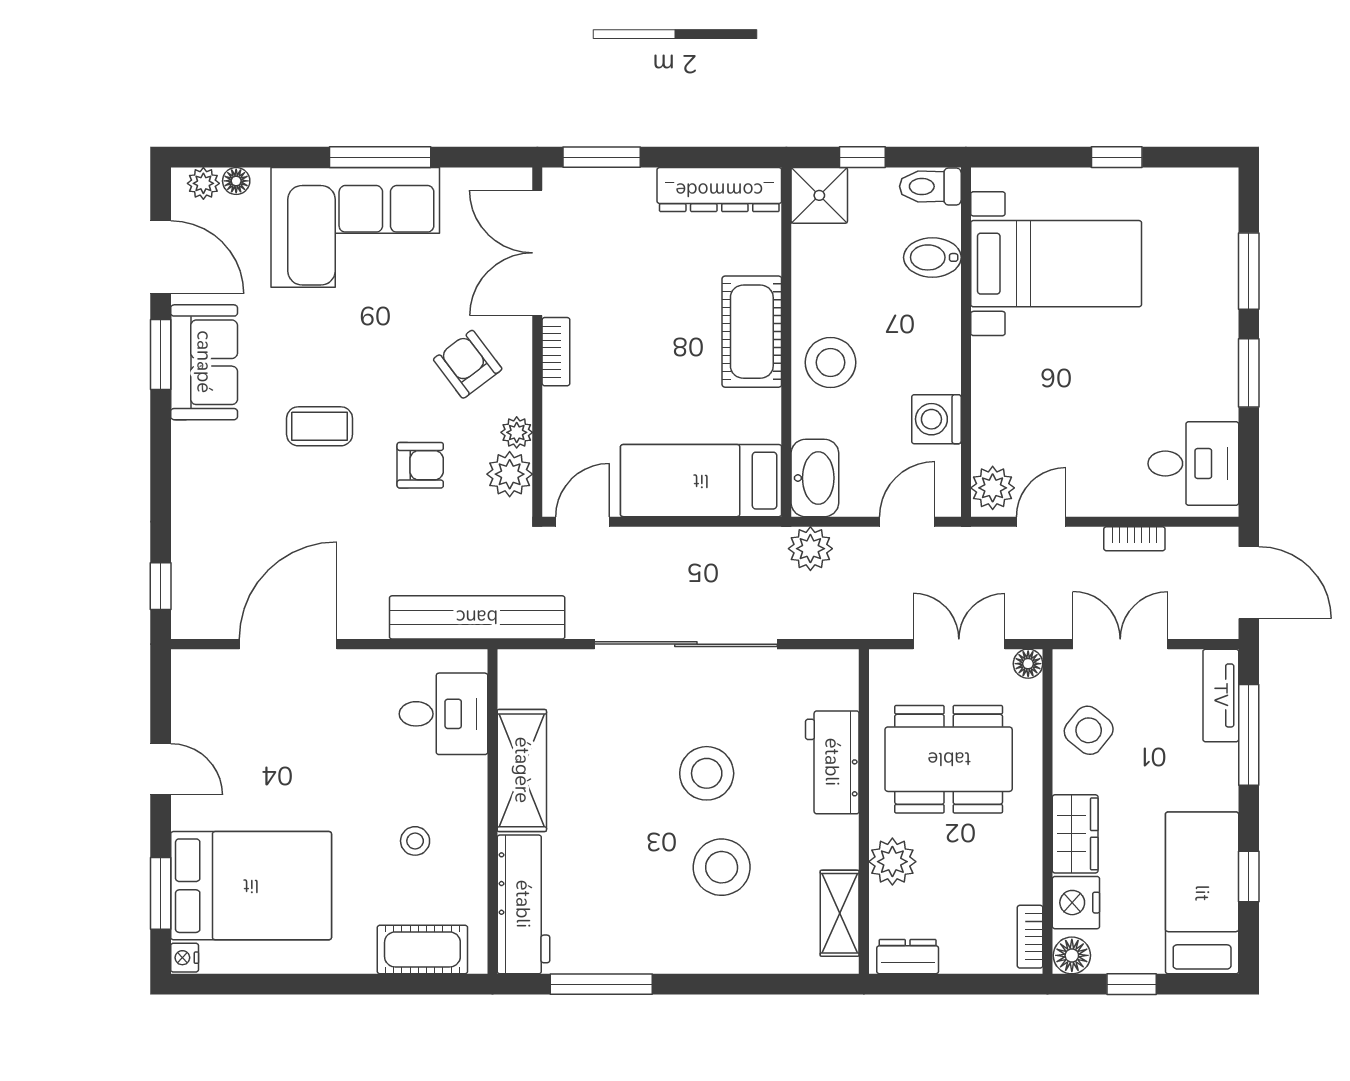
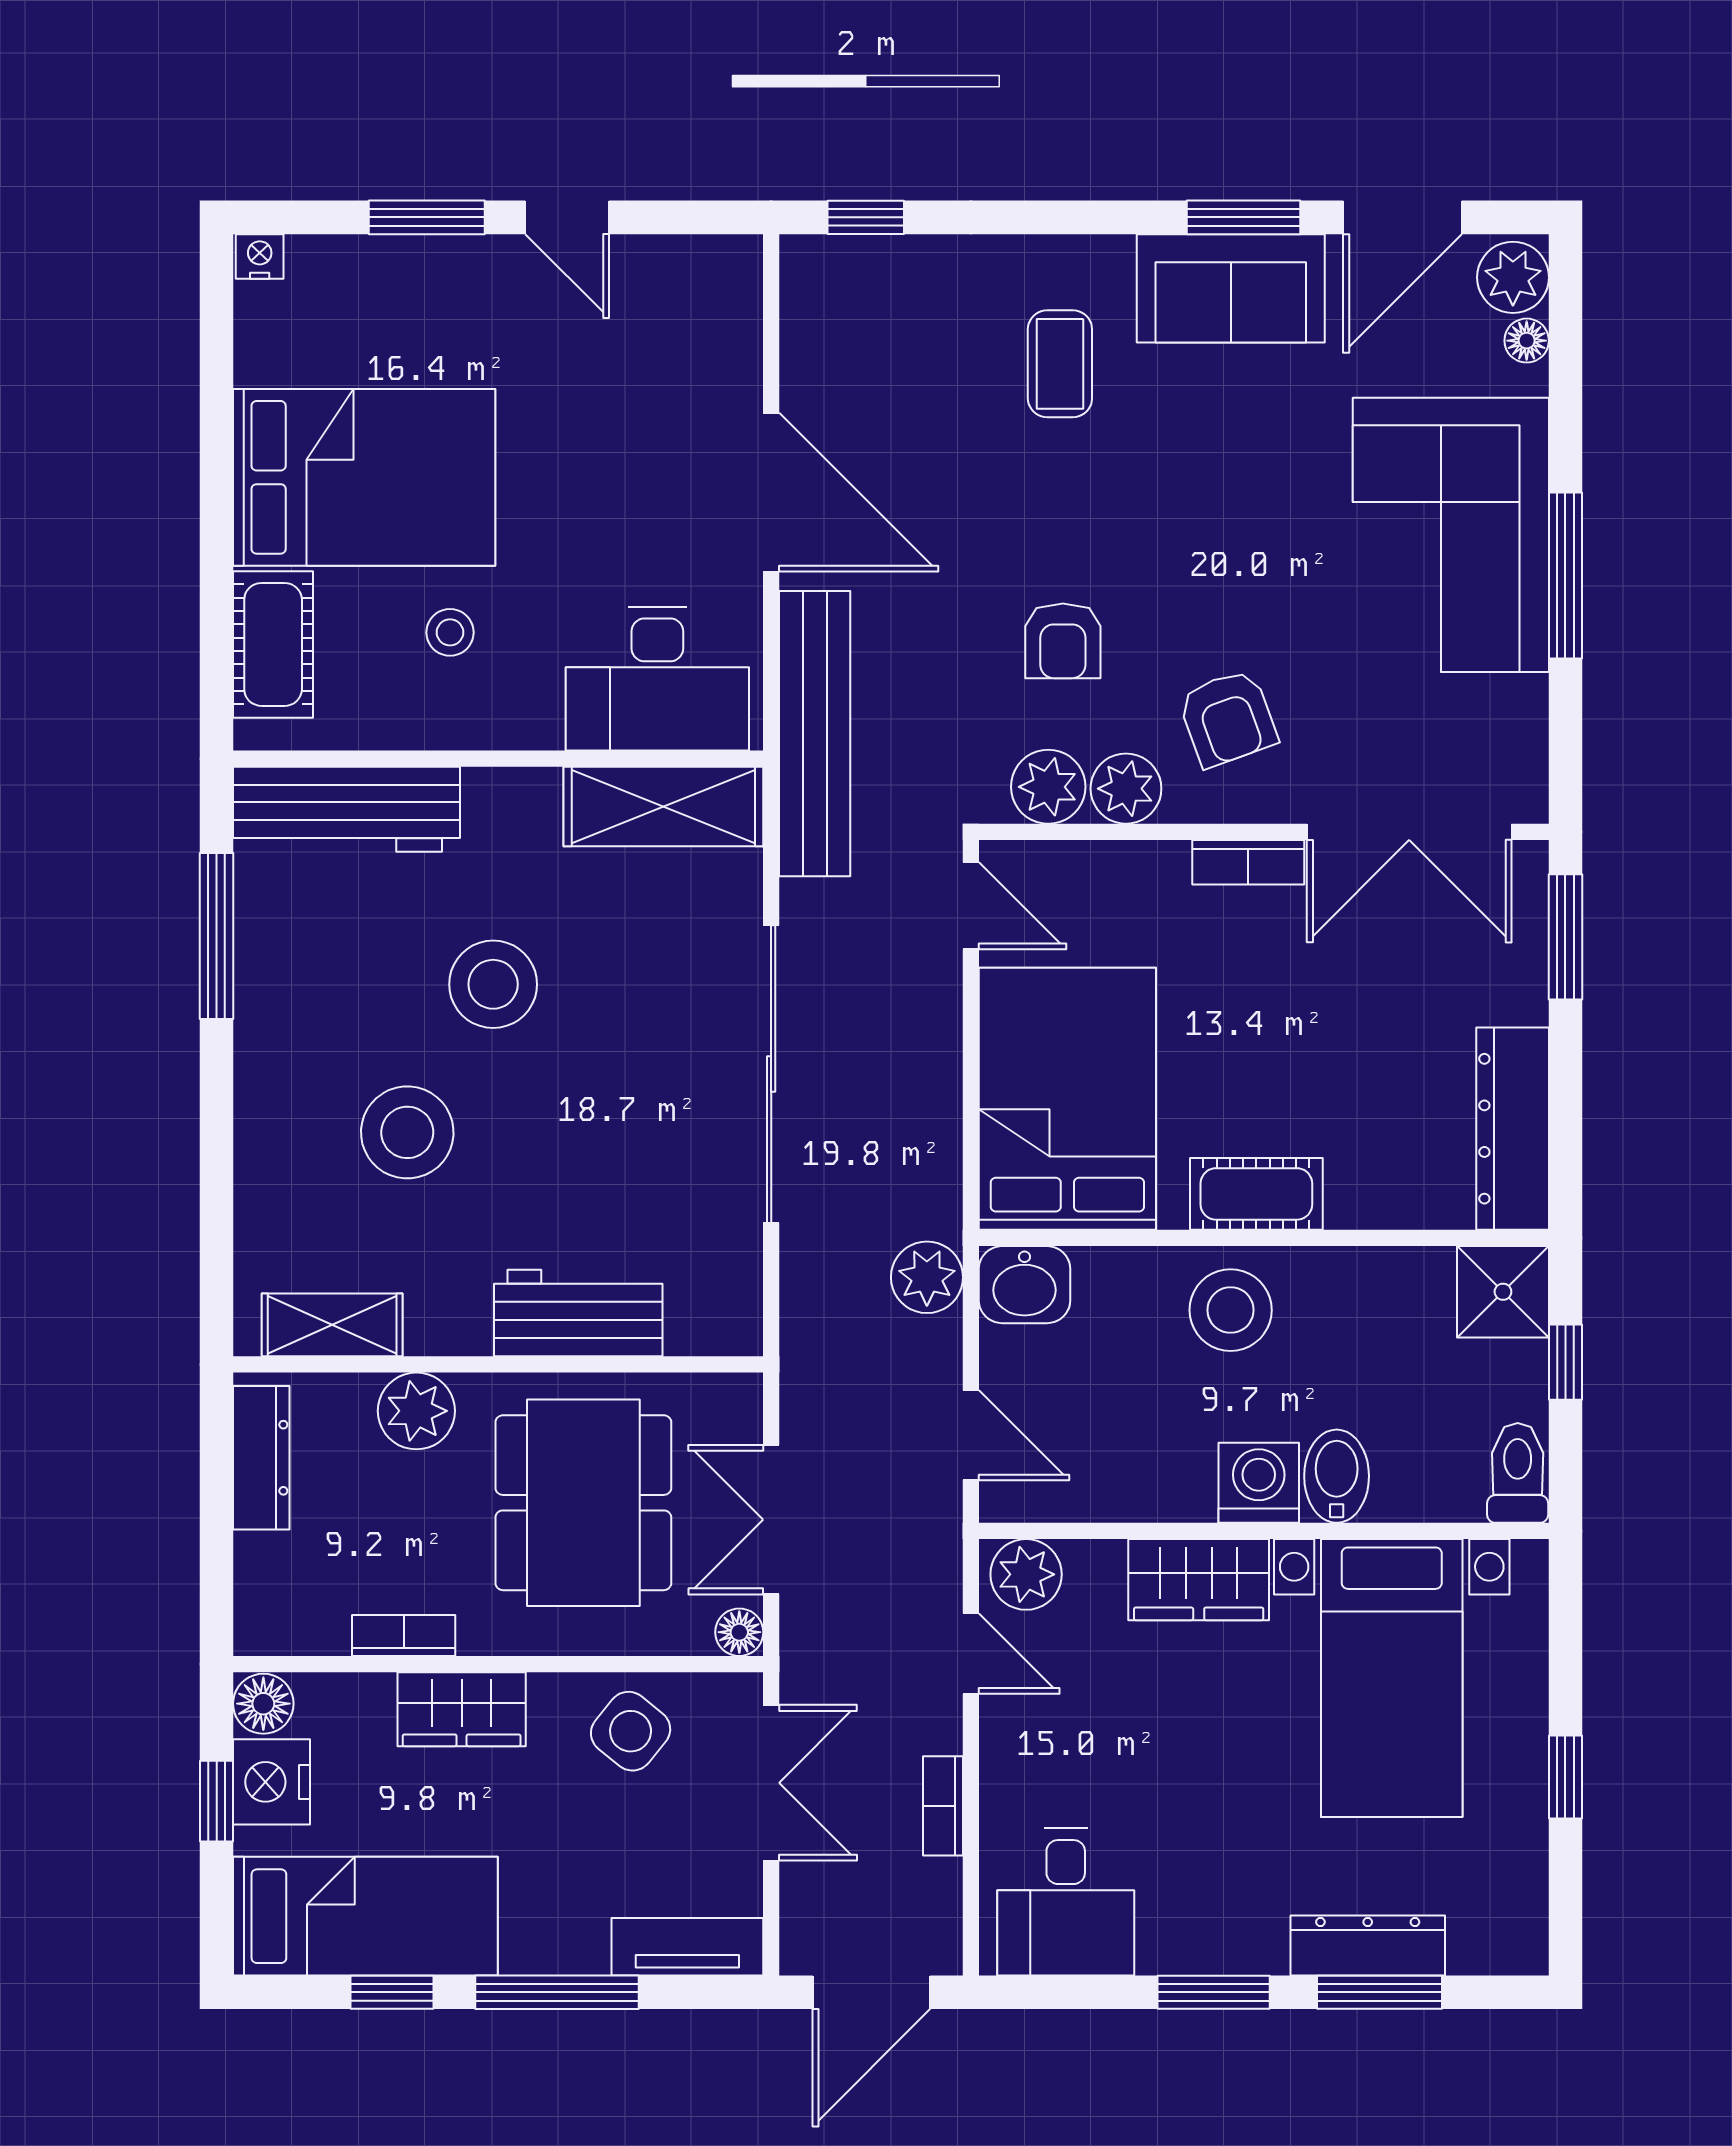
plant: (203, 183) -> (1513, 277), width x1.38, depth x1.38
double door: (537, 253) -> (1409, 832), swing flipped
bidet: (932, 257) -> (1337, 1476), moved
dresser: (1220, 278) -> (1368, 1946), added
cot: (752, 332) -> (1256, 1194), width x0.73, depth x0.75
armchair: (468, 364) -> (1228, 718), turned 107
wardrobe: (996, 382) -> (1199, 1580), added
washing machine: (936, 419) -> (1259, 1483), moved
coffee table: (320, 426) -> (1060, 364), moved
plant: (517, 432) -> (1126, 789), width x1.38, depth x1.38
washbasin: (815, 478) -> (1025, 1285), width x0.72
bed: (701, 481) -> (1067, 1099), width x1.50
door: (288, 644) -> (771, 492), moved
double door: (959, 644) -> (771, 1520), swing flipped
desk: (443, 714) -> (657, 679), width x1.37
window: (1249, 735) -> (557, 1992), moved
door: (161, 769) -> (567, 217), hinge flipped
shelving: (522, 770) -> (663, 807), moved
stool: (707, 773) -> (493, 984), moved
bed: (251, 886) -> (364, 477), moved, turned -90
window: (161, 893) -> (427, 217), moved
nightstand: (1076, 903) -> (272, 1782), moved, turned -90
bookcase: (1030, 937) -> (404, 1636), moved
dresser: (908, 957) -> (261, 1458), width x1.44

